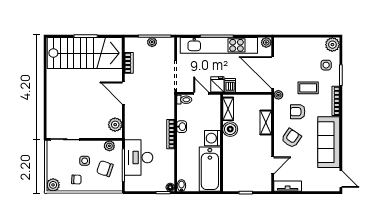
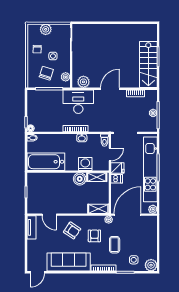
stairs: (85, 53) -> (148, 65), width x0.73, depth x0.66
shelving: (266, 123) -> (98, 209), moved
washing machine: (213, 138) -> (85, 164), moved
desk: (139, 158) -> (78, 102), moved
plant: (53, 185) -> (46, 29), moved

